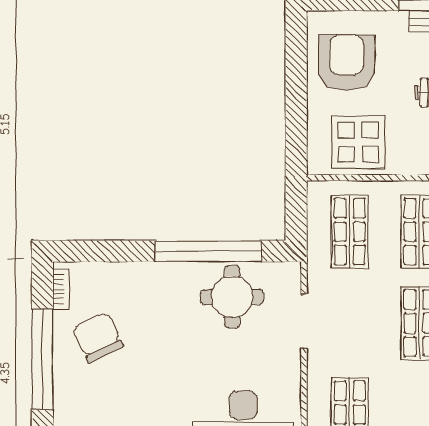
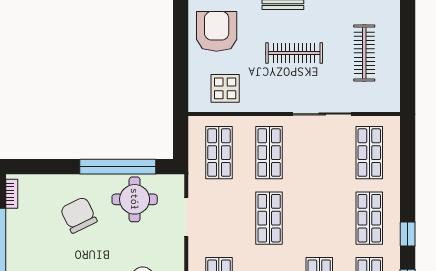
display table: (358, 142) -> (225, 88), width x0.73, depth x0.73
chair: (98, 337) -> (79, 215), moved

